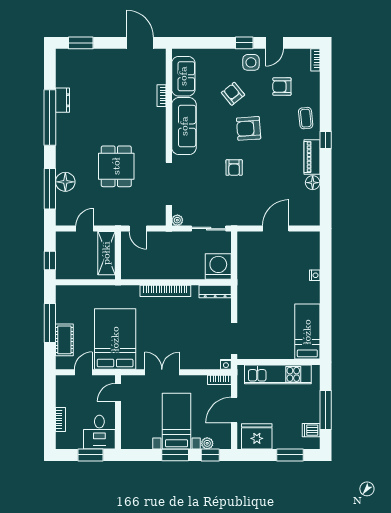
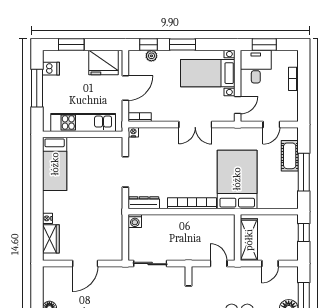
plant: (177, 220) -> (180, 272), removed
wardrobe: (311, 254) -> (51, 239), added
washing machine: (218, 266) -> (135, 221), width x0.53, depth x0.53
bed: (115, 339) -> (237, 179), moved, turned 180
doorway: (234, 339) -> (125, 172), moved
bed with nightstands: (177, 421) -> (208, 73), moved, turned 90

